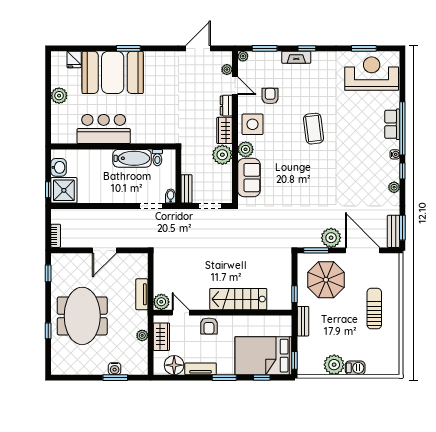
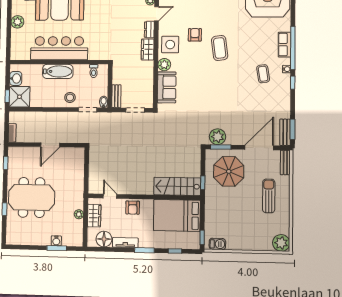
door: (235, 86) -> (156, 14), hinge flipped
armchair: (270, 96) -> (195, 35), moved
bar counter: (104, 129) -> (59, 48), width x1.36
plant: (222, 155) -> (146, 69), removed
bathtub: (132, 158) -> (58, 71), moved
coffee table: (367, 160) -> (263, 74), added
plant: (394, 187) -> (286, 96), removed
stool: (128, 191) -> (70, 97), added
plant: (331, 238) -> (218, 137), moved
door: (363, 250) -> (259, 148), hinge flipped
tv unit: (142, 294) -> (79, 181), removed
stairs: (238, 299) -> (177, 186), moved
plant: (161, 302) -> (95, 187), removed
meeting table: (82, 316) -> (32, 197), turned 90
bench: (303, 321) -> (285, 163), moved
bed: (263, 356) -> (177, 215), moved
plant: (334, 365) -> (281, 243), moved
barbecue: (355, 368) -> (217, 244), moved

